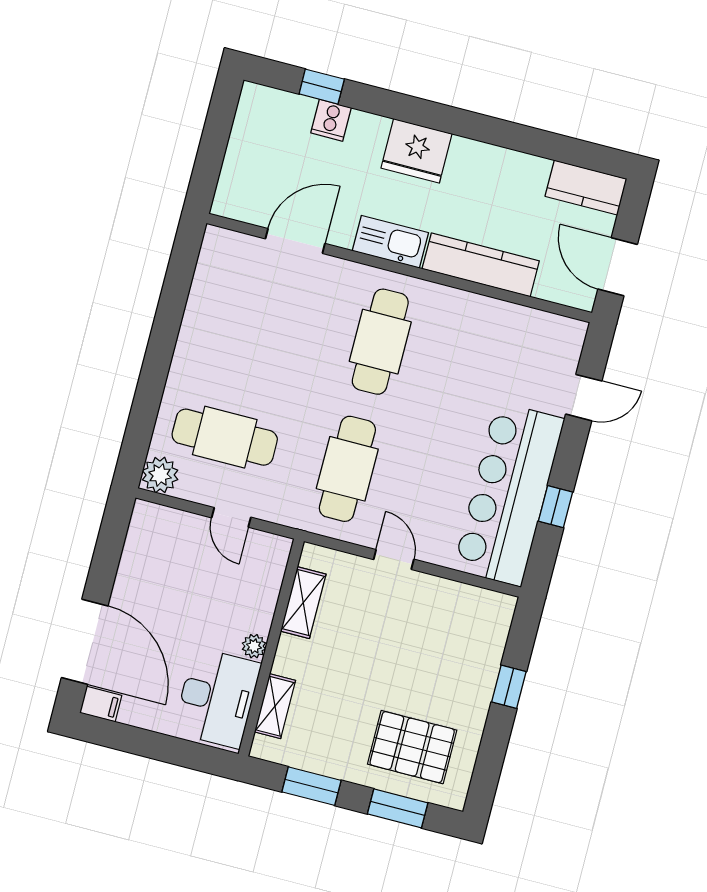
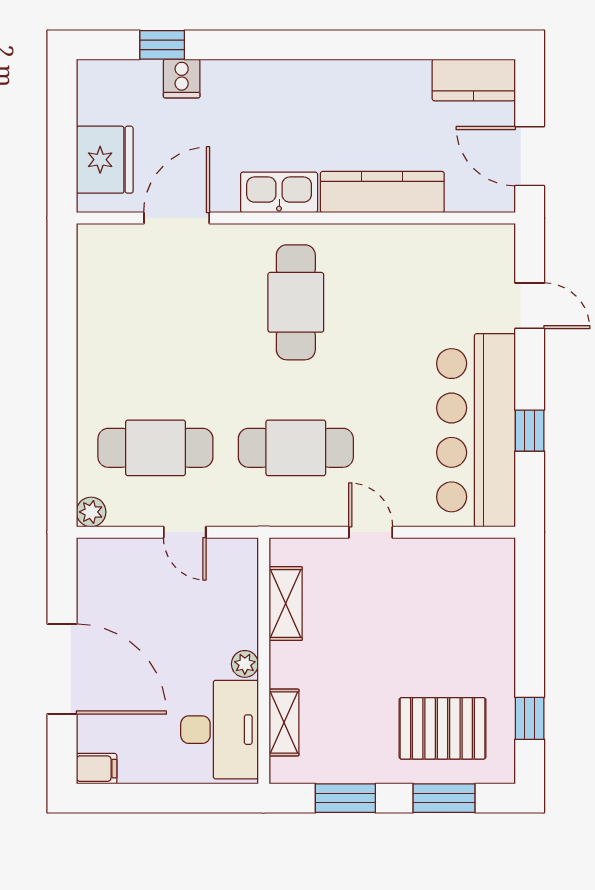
fridge: (417, 151) -> (105, 160), moved, turned -90
door: (584, 398) -> (530, 306), hinge flipped
cafe table: (347, 469) -> (296, 448), turned 90
plant: (160, 475) -> (91, 512), width x0.73, depth x0.73
door: (85, 642) -> (62, 669), moved
window: (509, 687) -> (530, 718), moved

